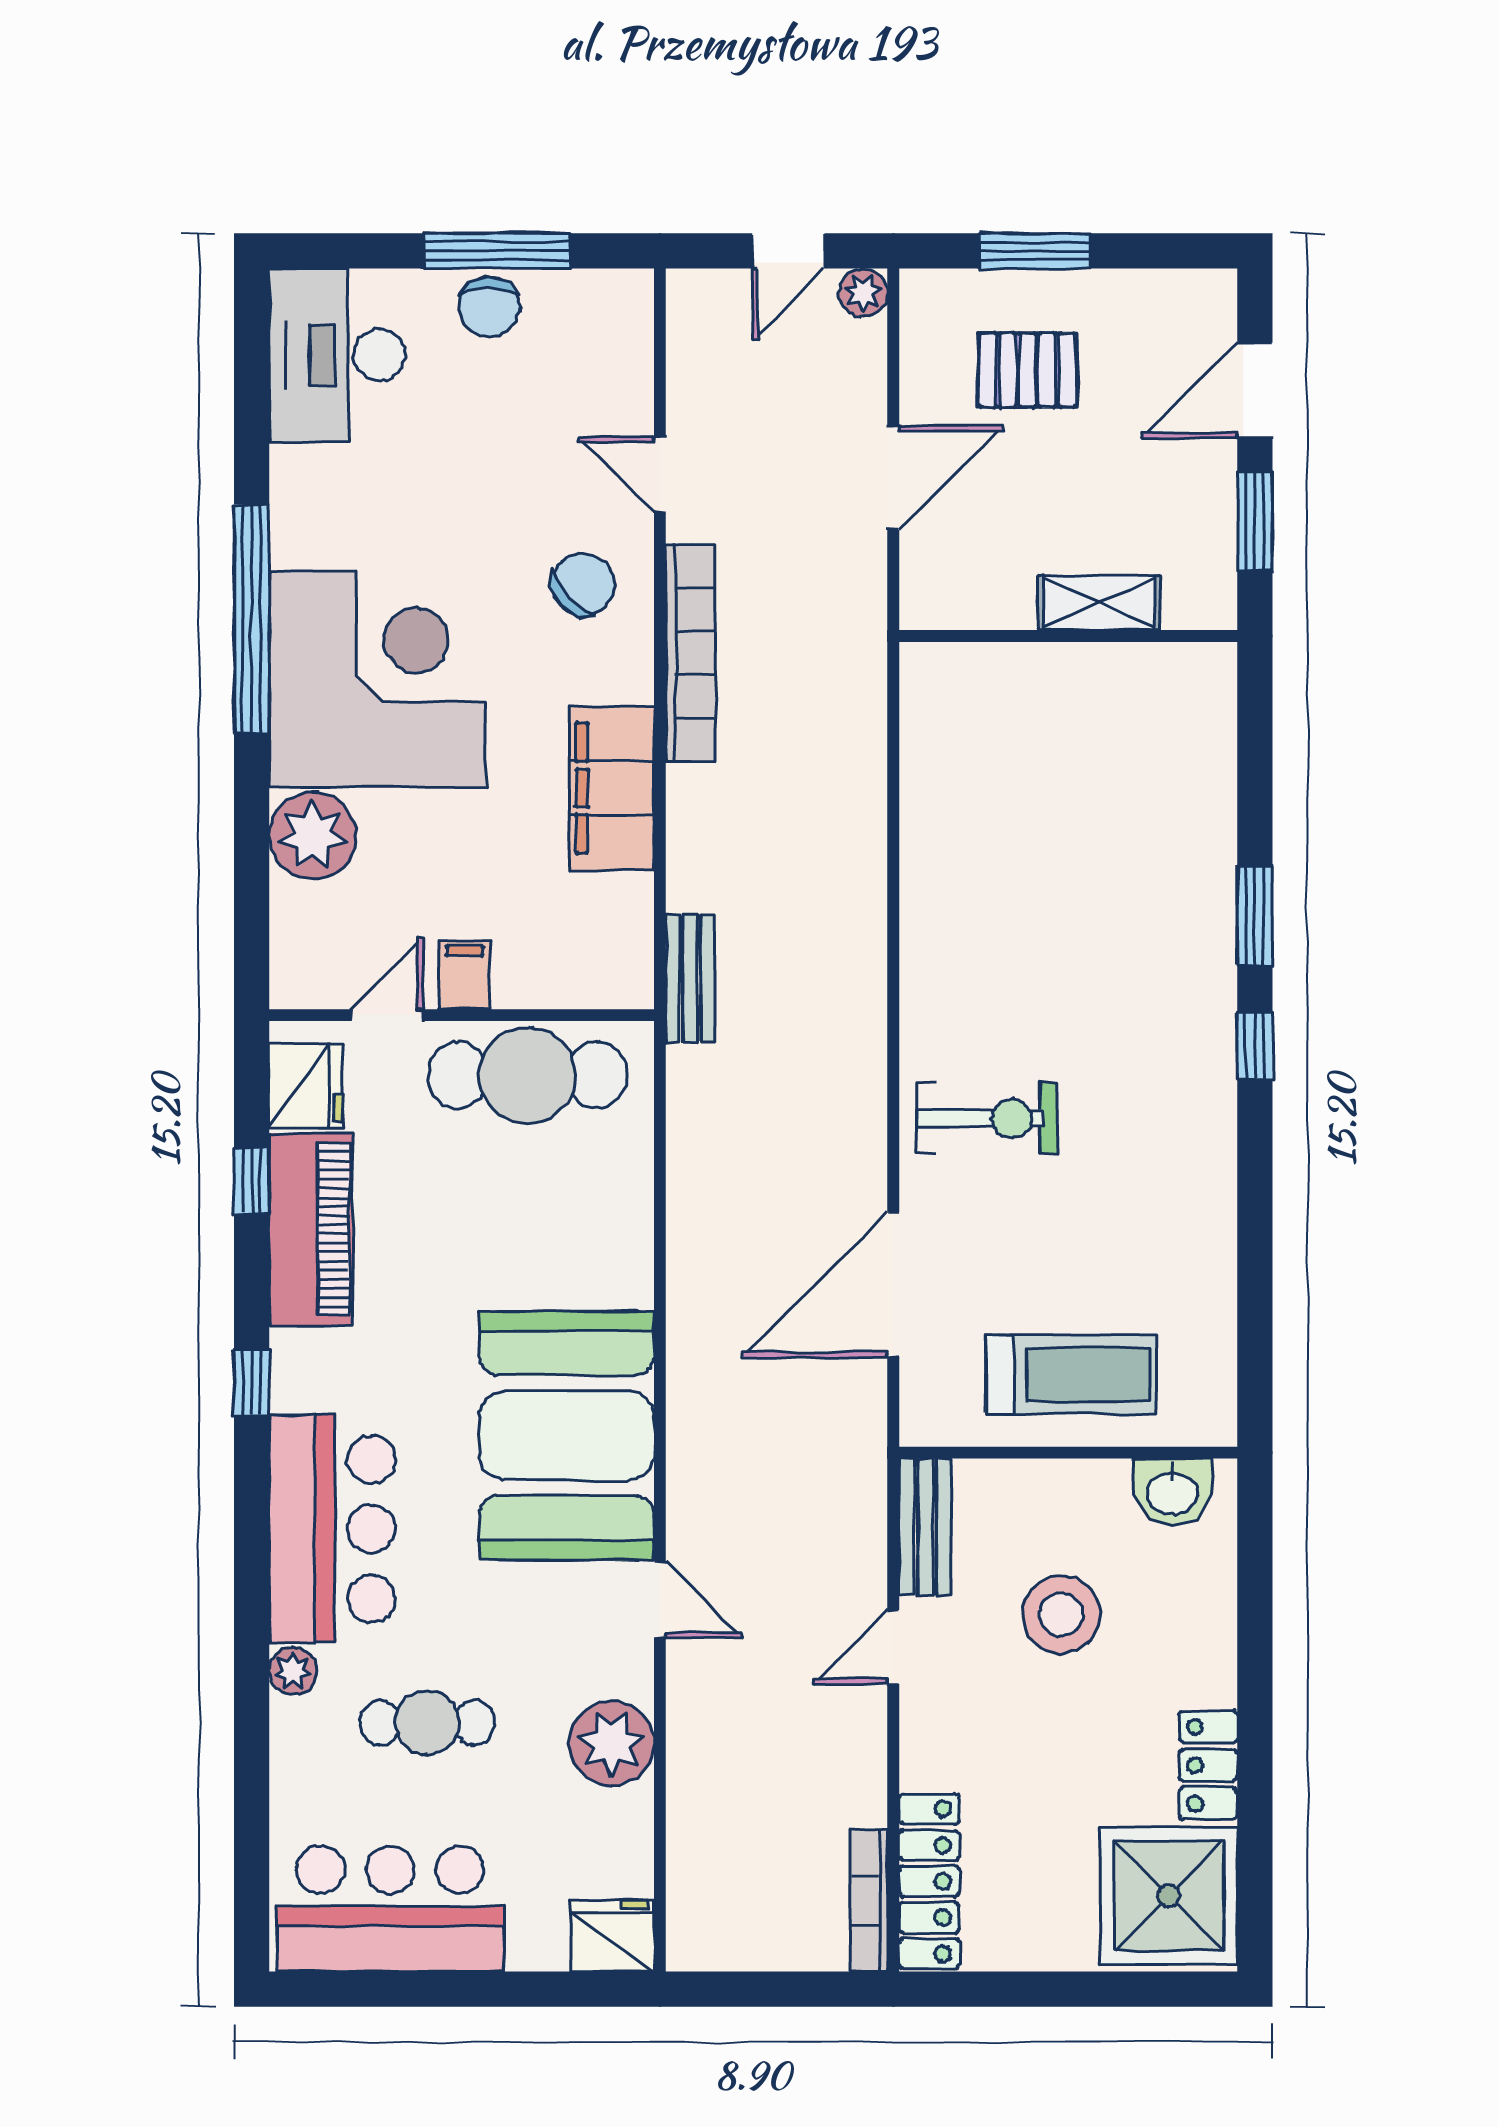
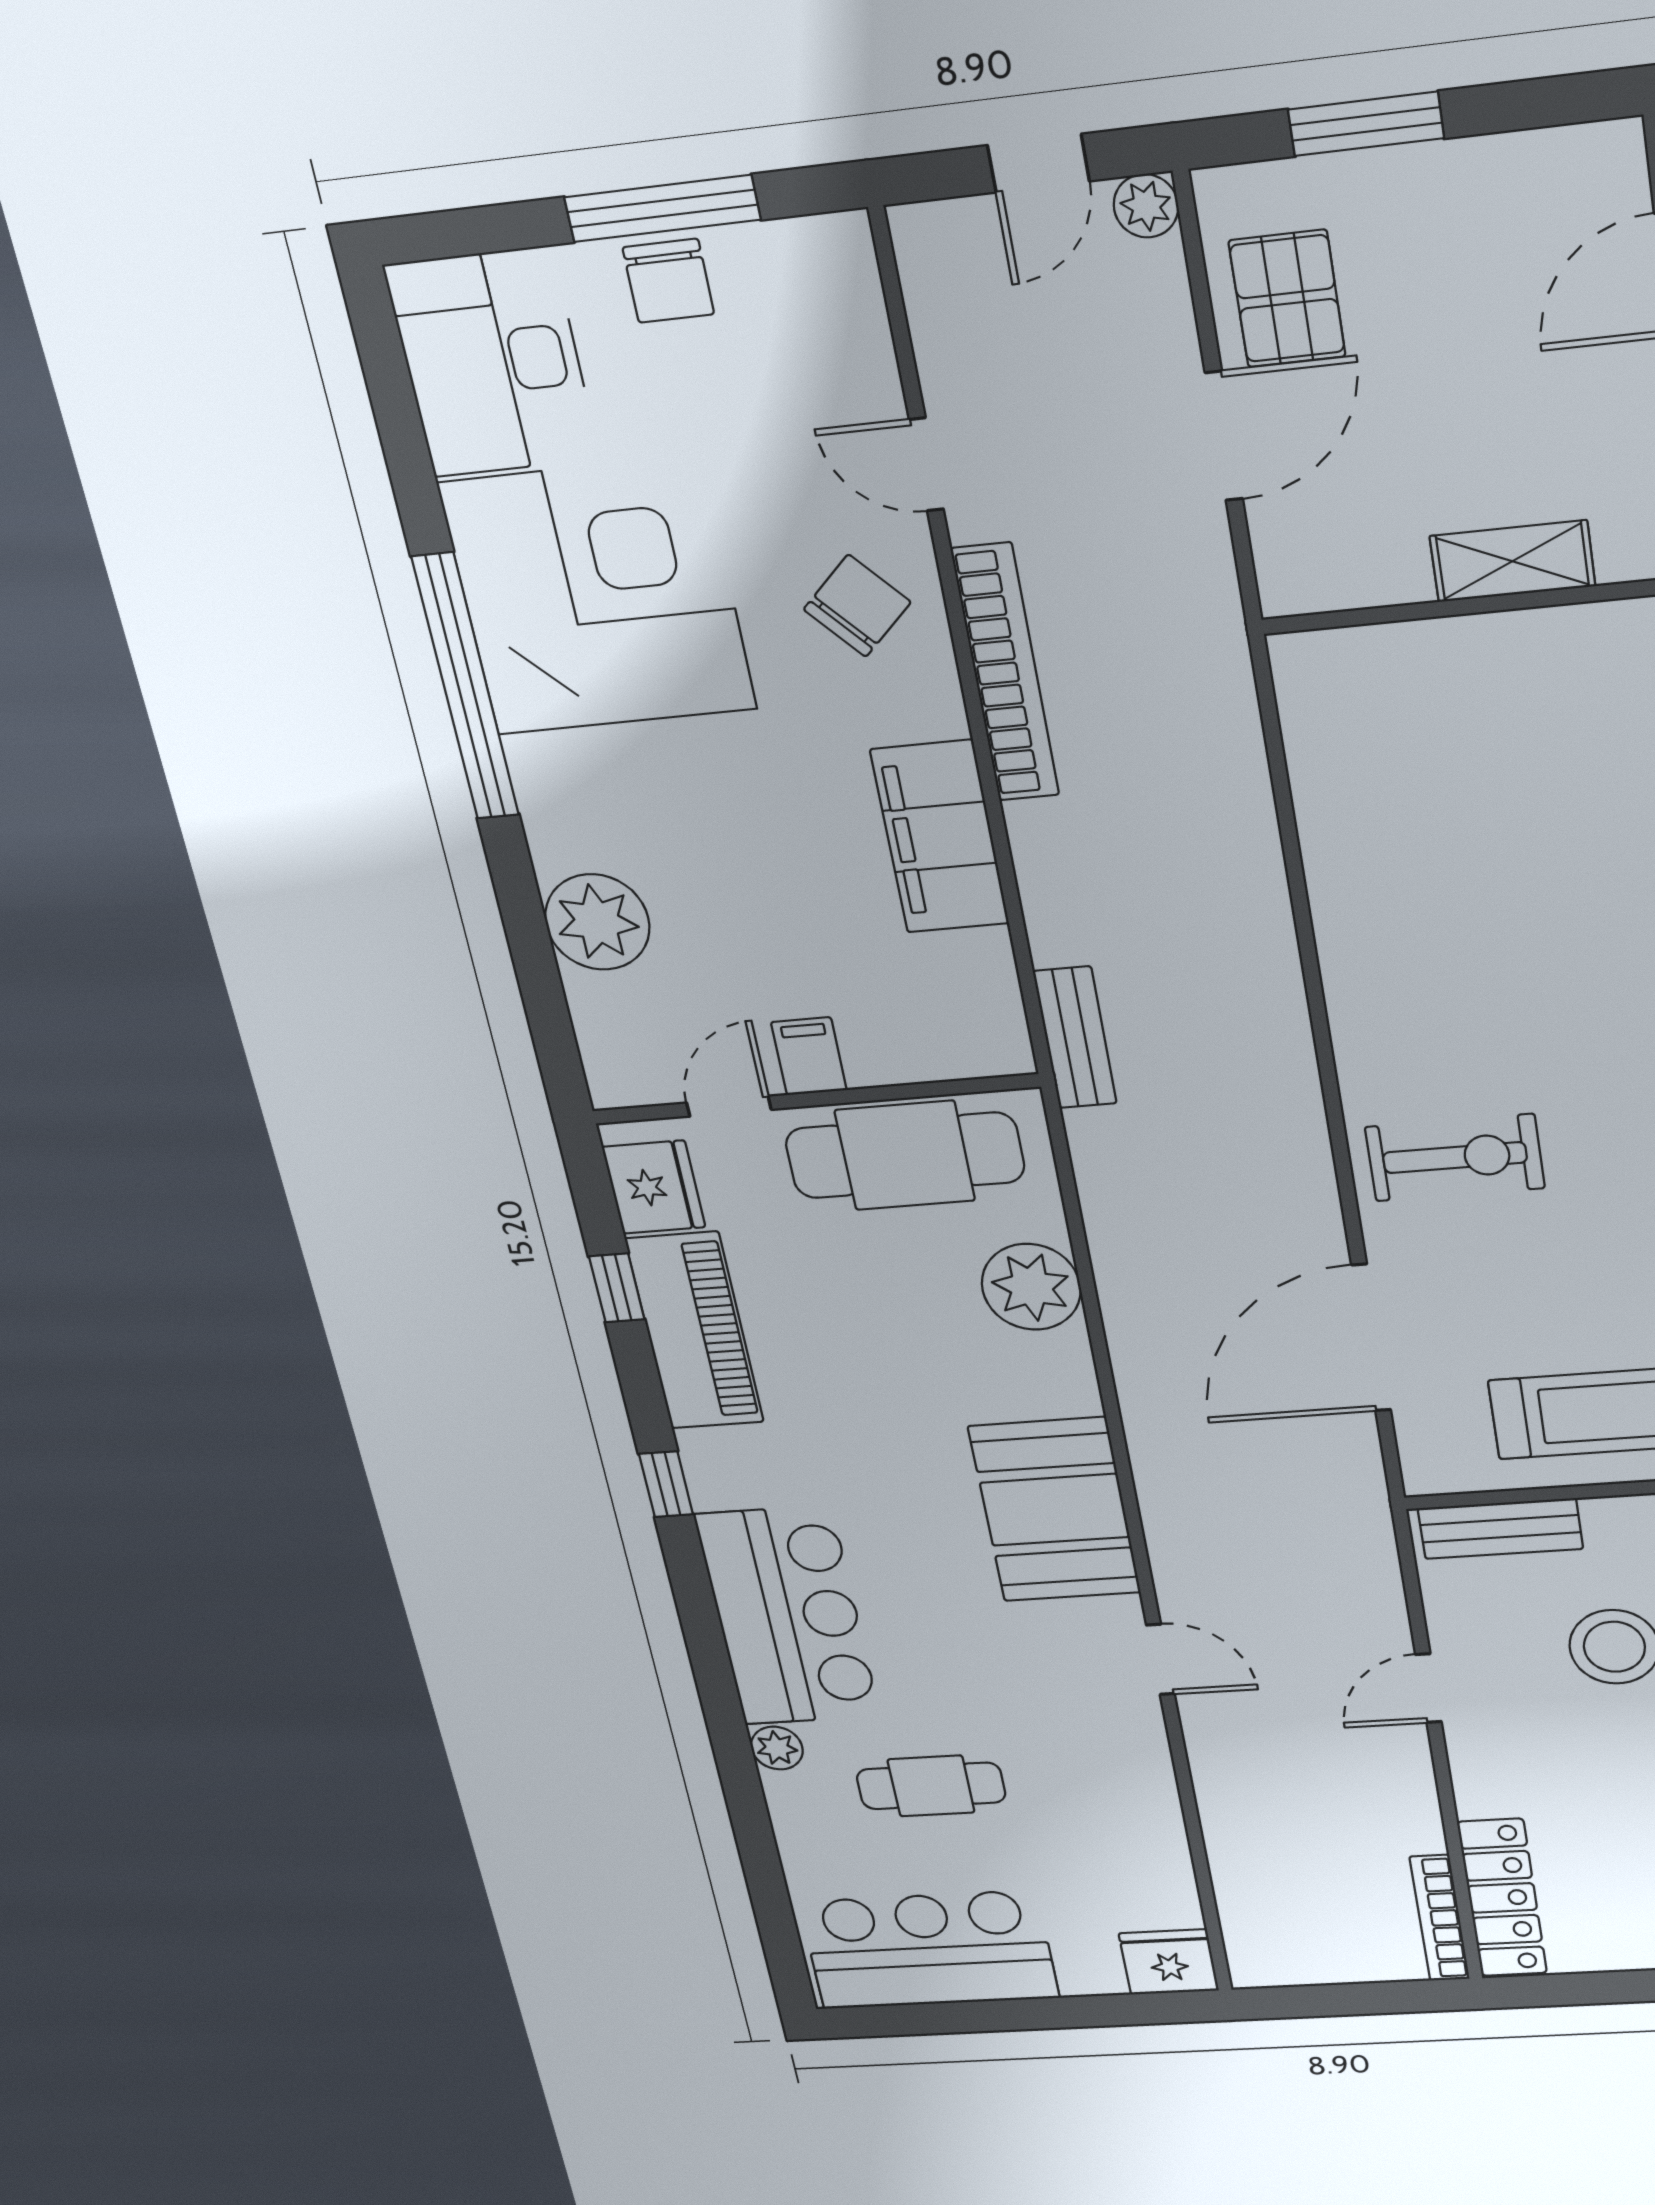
pallet: (1027, 370) -> (1287, 299), moved, turned 90
corner desk: (377, 679) -> (598, 597), moved
booth: (567, 1436) -> (1055, 1510), width x0.73, depth x0.70
bench: (925, 1527) -> (1500, 1529), moved, turned 90
plant: (612, 1743) -> (1031, 1287), moved

